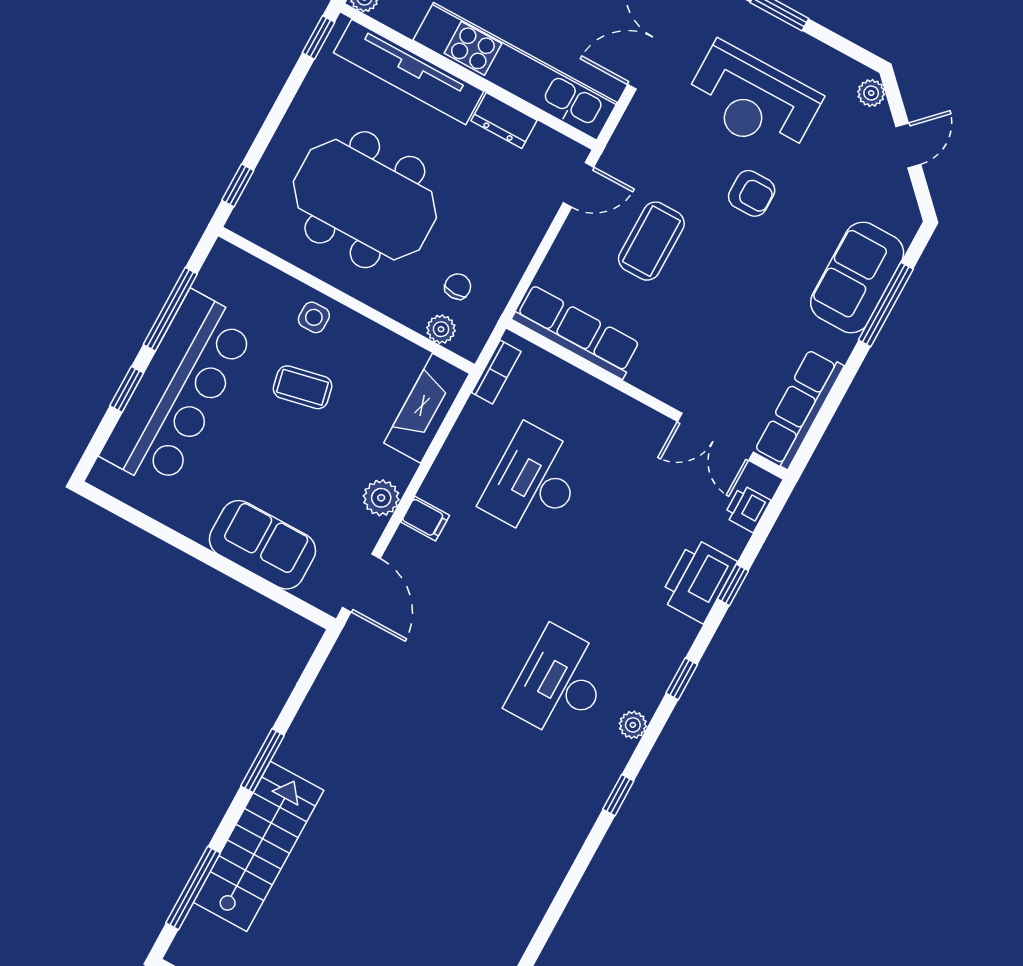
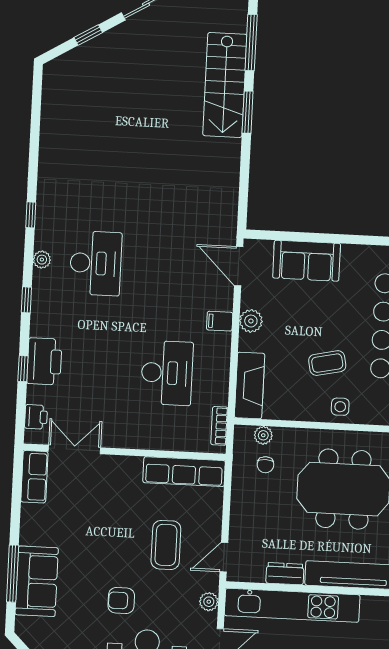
plant: (630, 133) -> (209, 602), added
row of seats: (799, 409) -> (34, 477), width x0.68
window: (263, 761) -> (248, 112), moved

